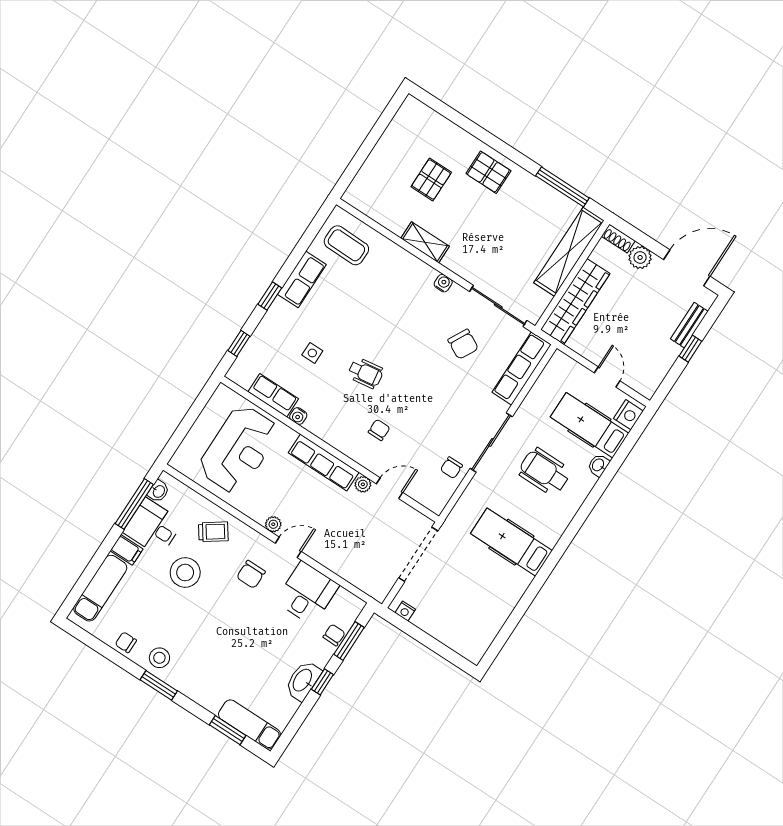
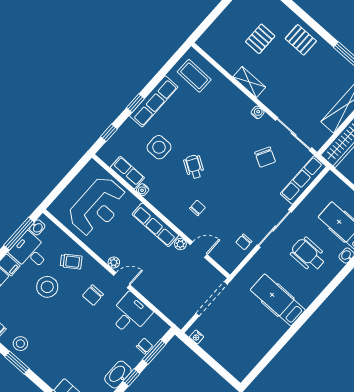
row of seats: (302, 279) -> (154, 101), width x1.48
side table: (312, 353) -> (159, 147), width x1.87, depth x1.87
wheelchair: (366, 373) -> (194, 167), turned -140

